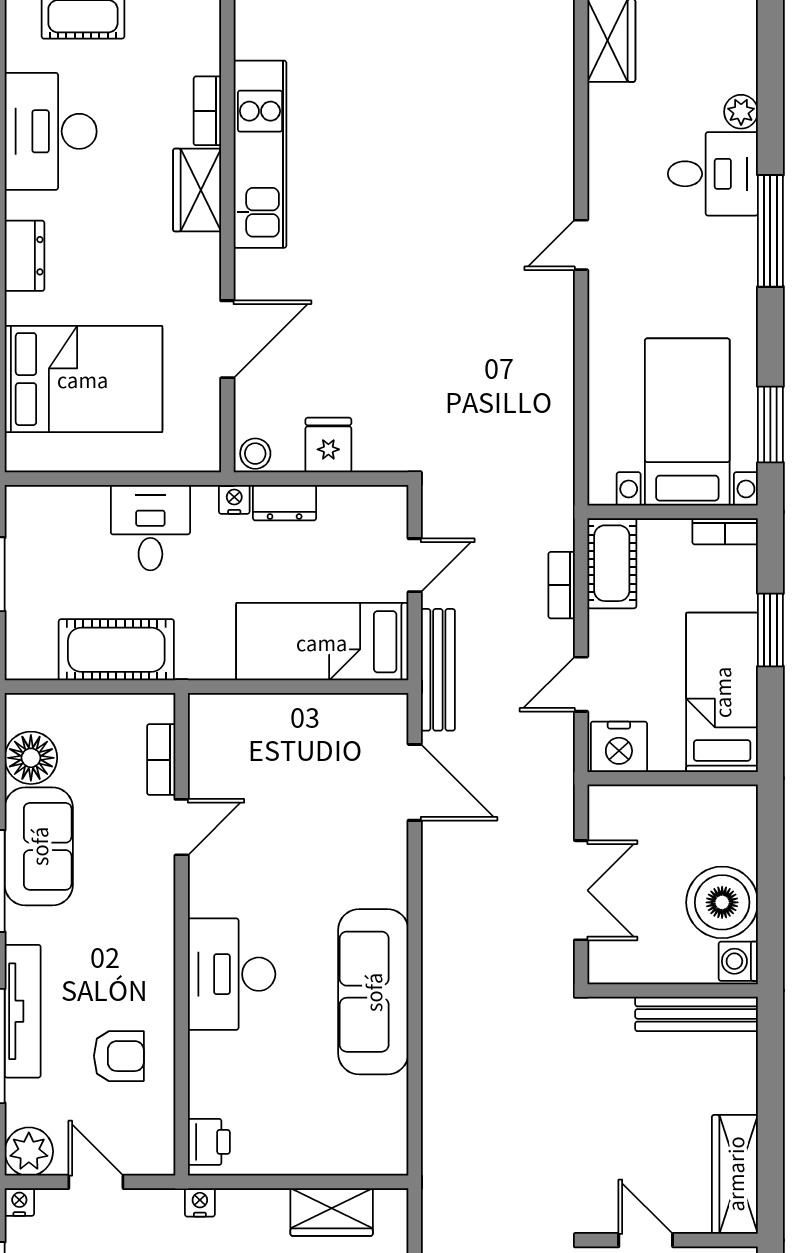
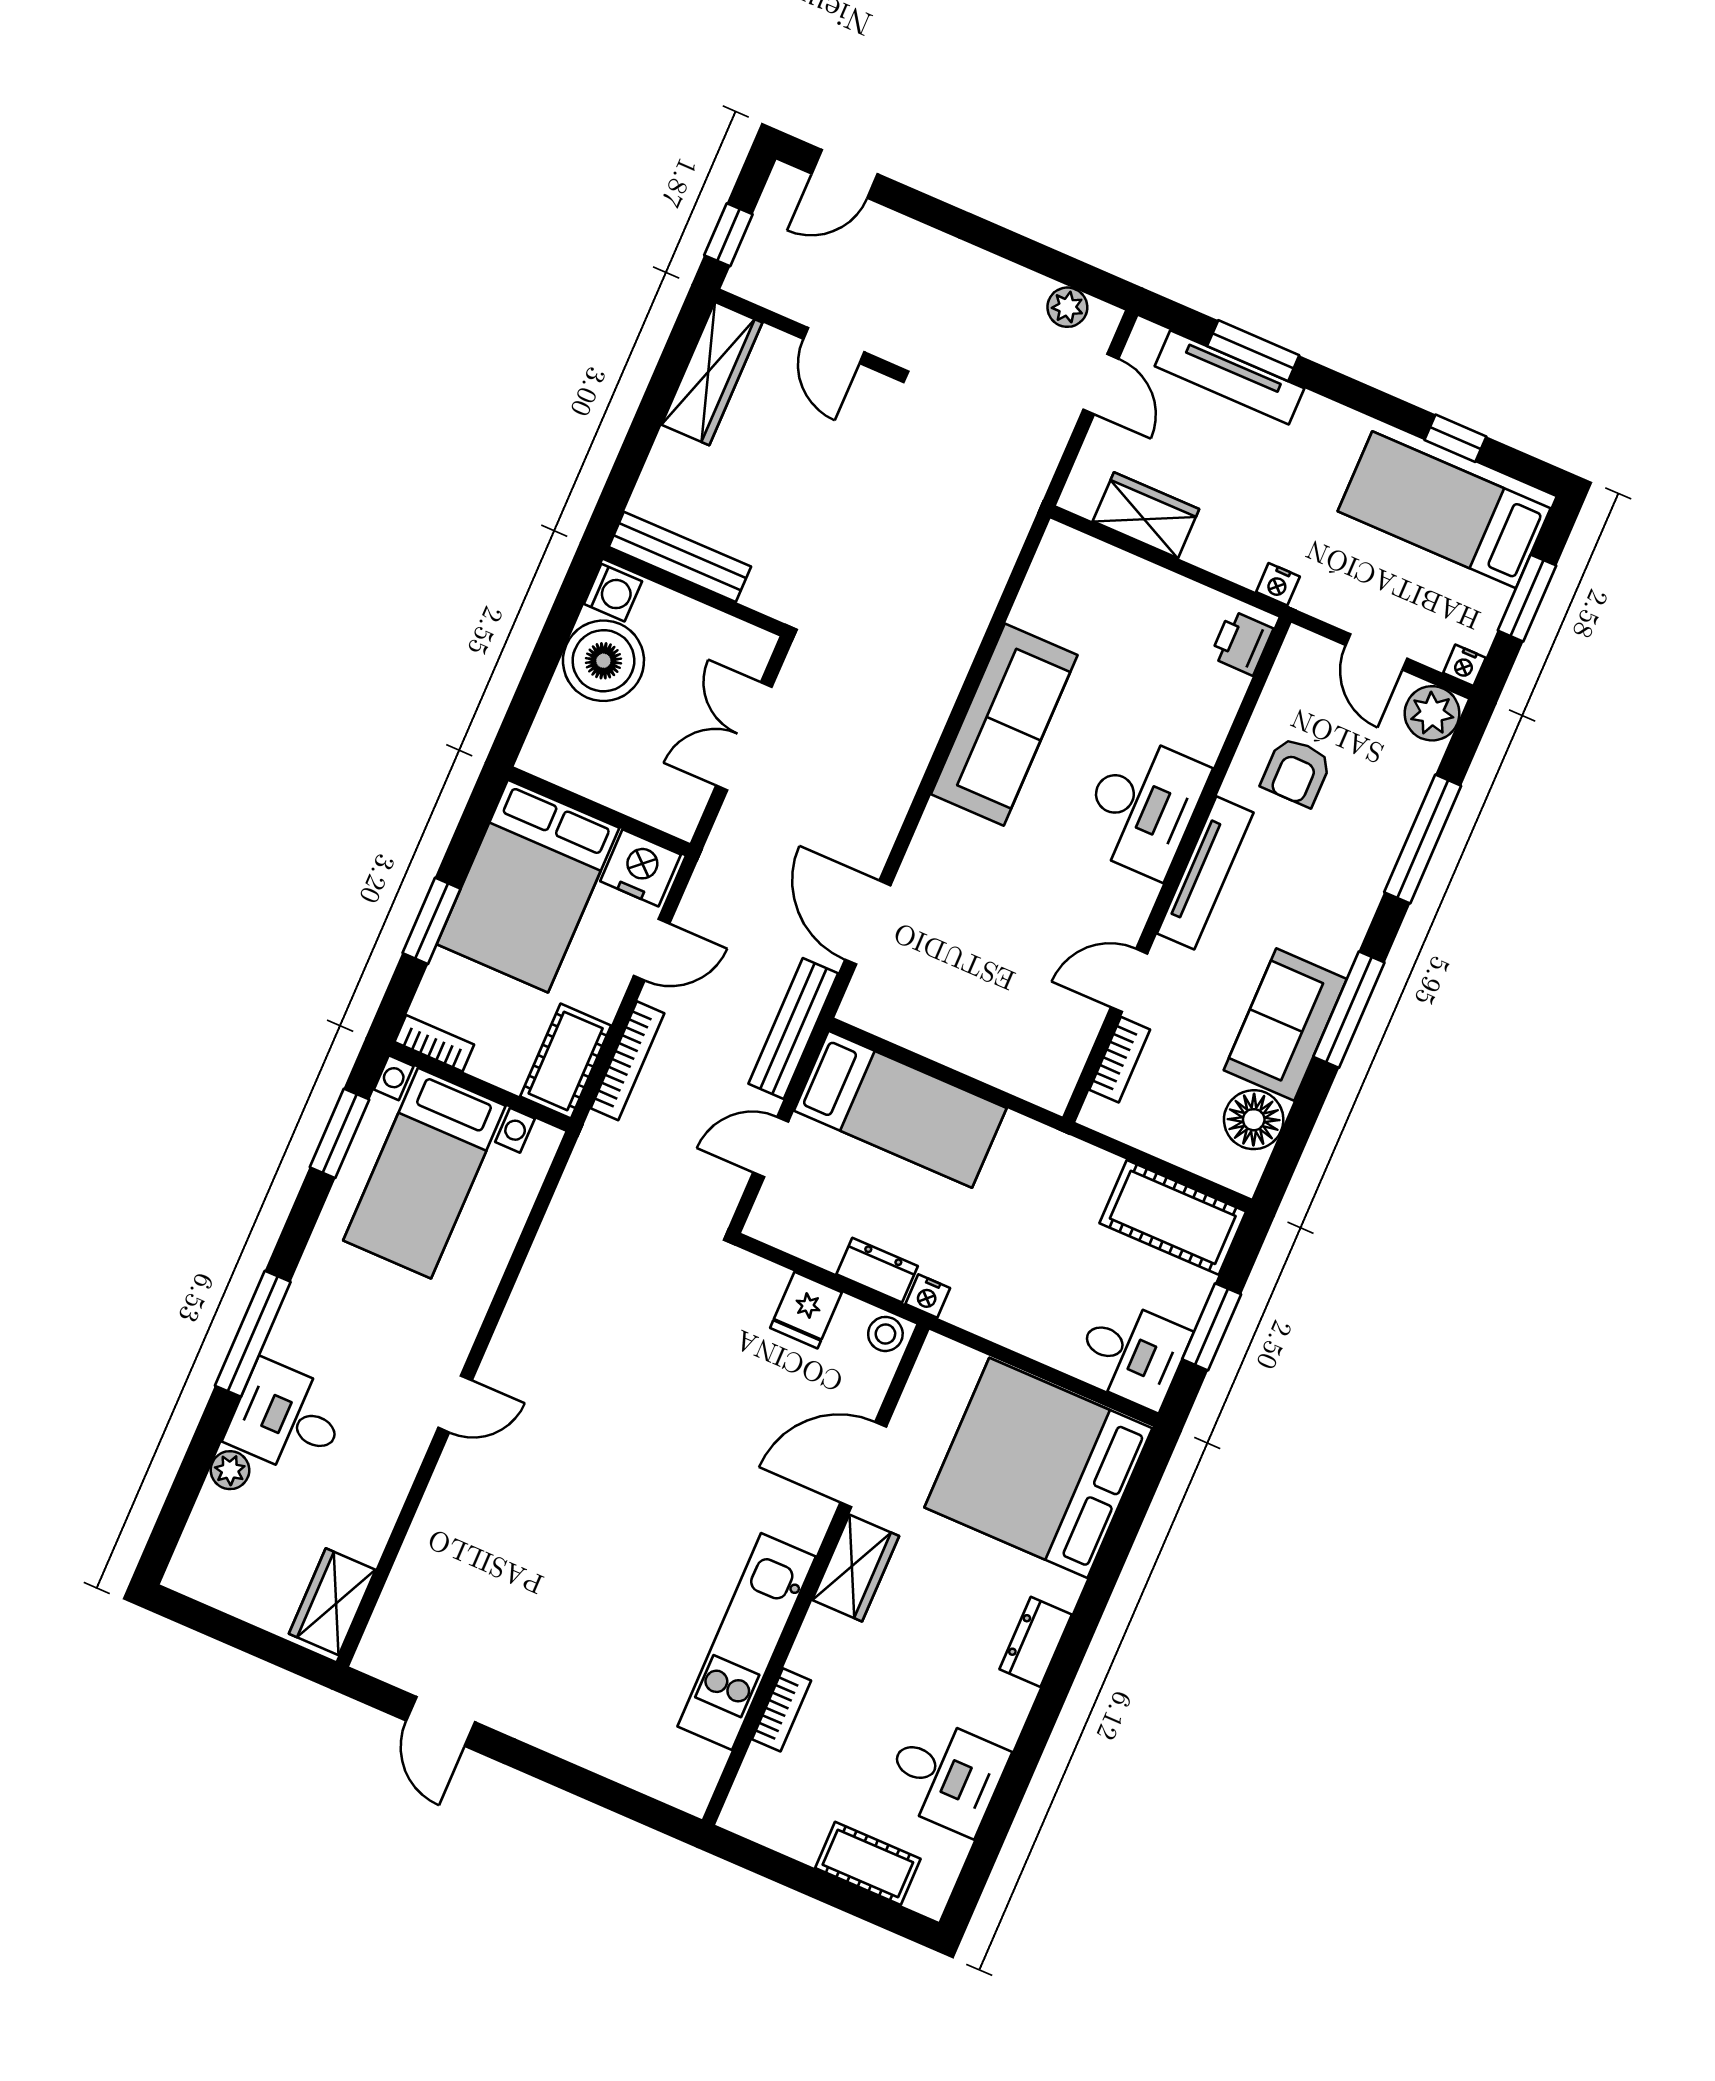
desk: (51, 131) -> (946, 1775), width x0.73
wardrobe: (197, 190) -> (856, 1568), moved
bed: (83, 379) -> (1038, 1468), width x1.36
desk: (150, 528) -> (1132, 1354), moved, turned -90
bookcase: (562, 585) -> (627, 1061), width x1.56
cot: (116, 650) -> (1173, 1217), moved
bed: (722, 692) -> (528, 886), width x1.50
tv unit: (23, 1011) -> (1205, 873), moved, turned 180
armchair: (119, 1056) -> (1296, 772), turned -90

